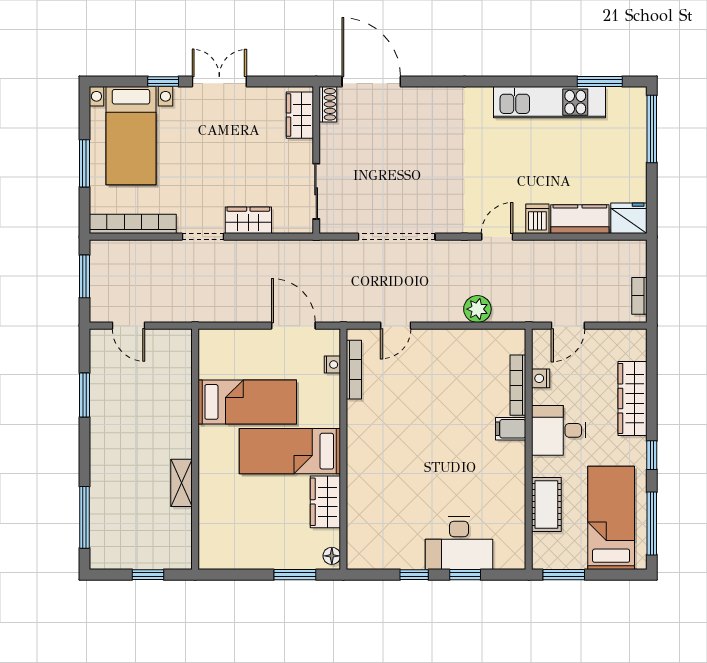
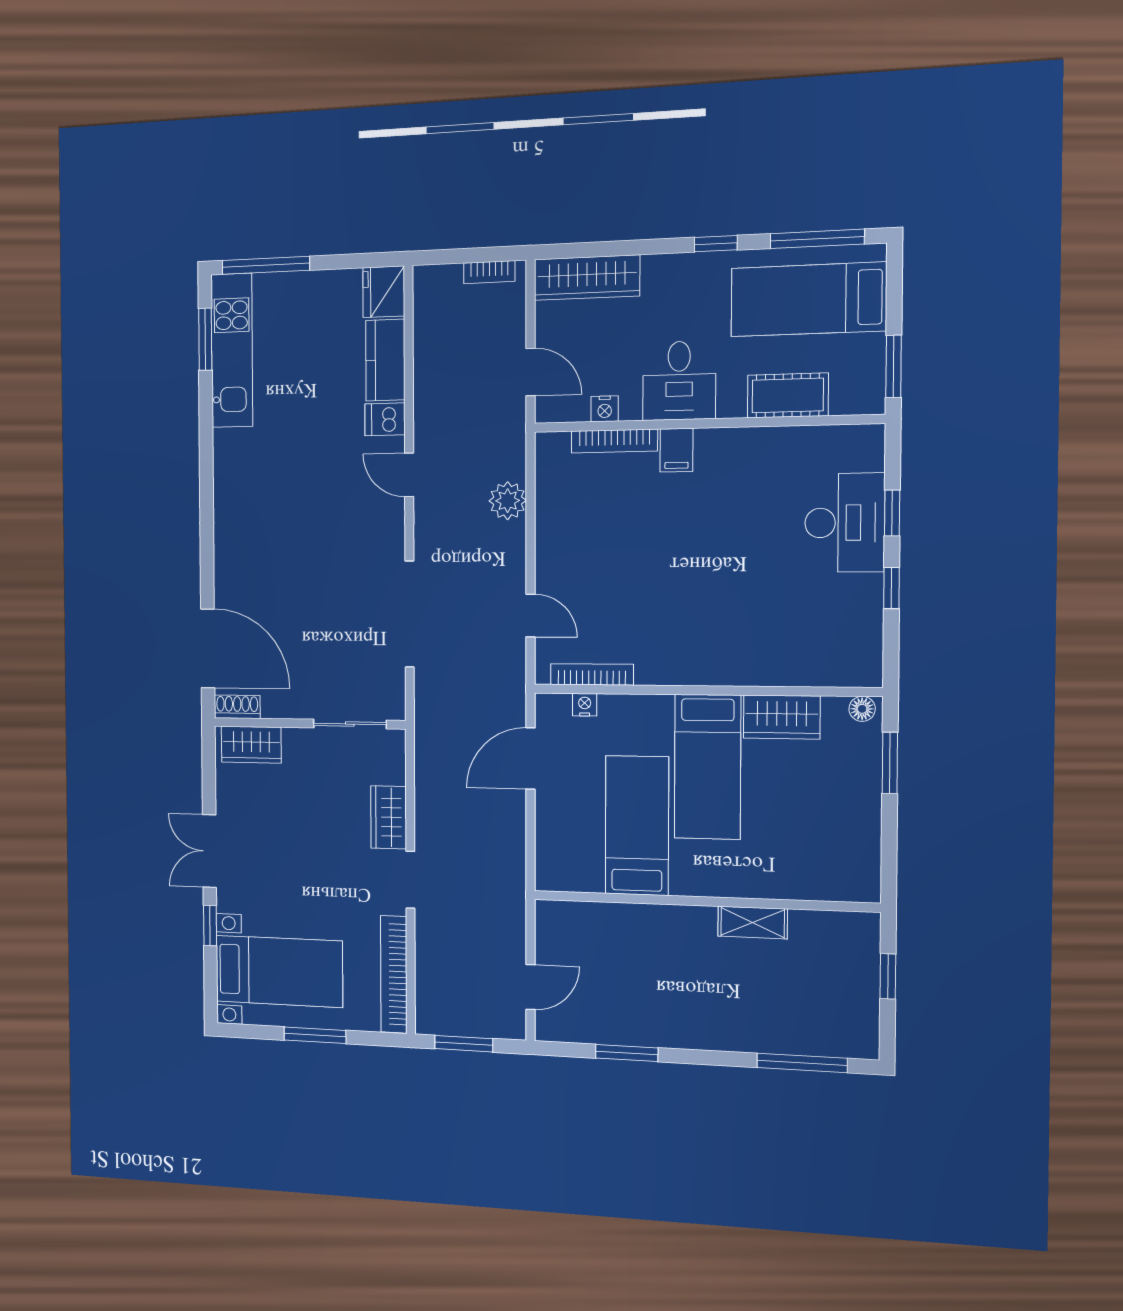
door: (371, 81) -> (208, 648), swing flipped
kitchen unit: (549, 102) -> (232, 350), moved
wardrobe: (632, 398) -> (587, 278), moved

